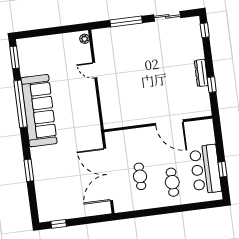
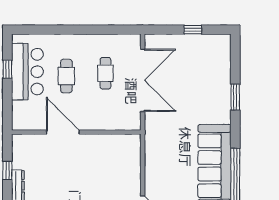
cafe table: (172, 182) -> (66, 76), moved
window: (59, 224) -> (193, 30), moved

